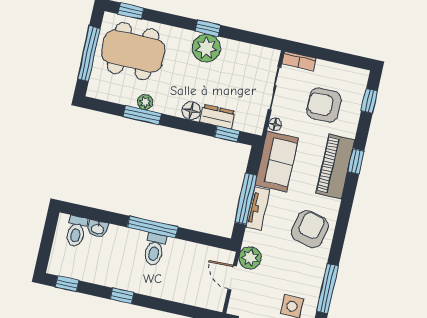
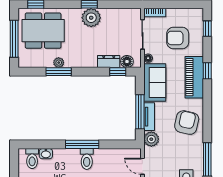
floor lamp: (191, 111) -> (127, 62), moved
plant: (250, 258) -> (151, 139), moved

